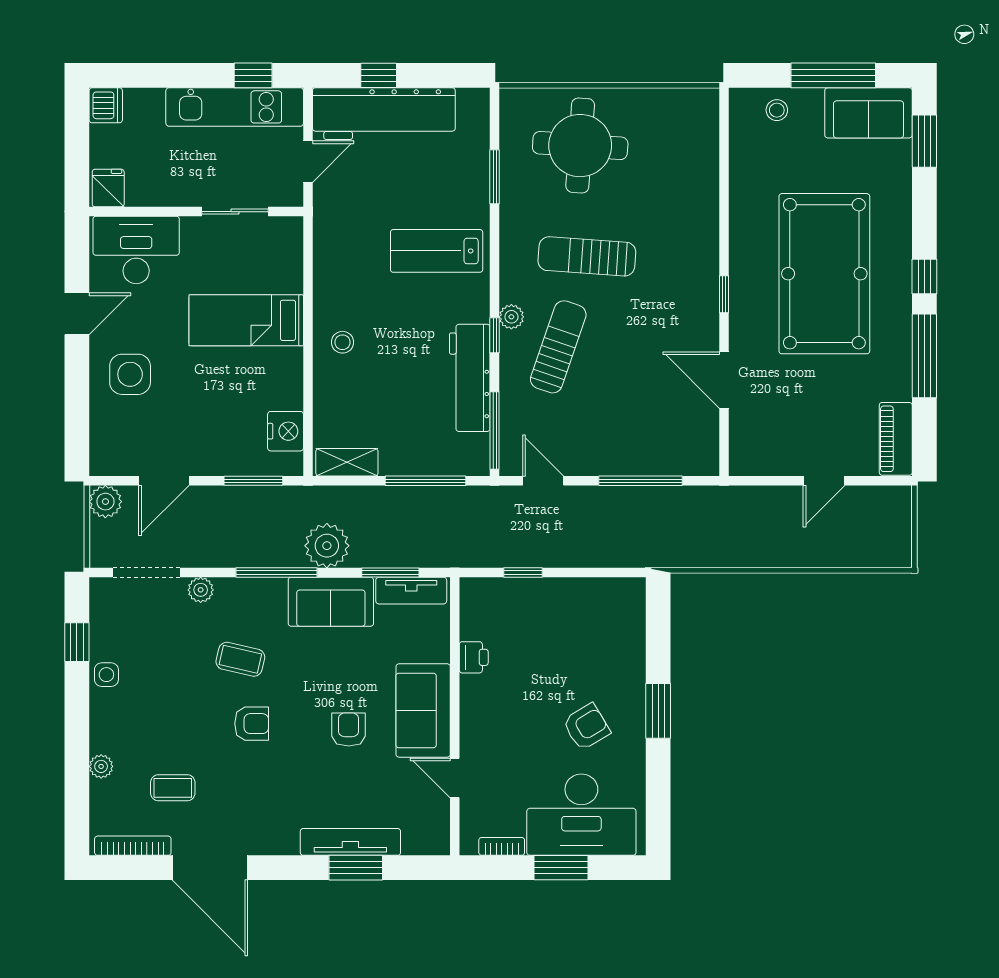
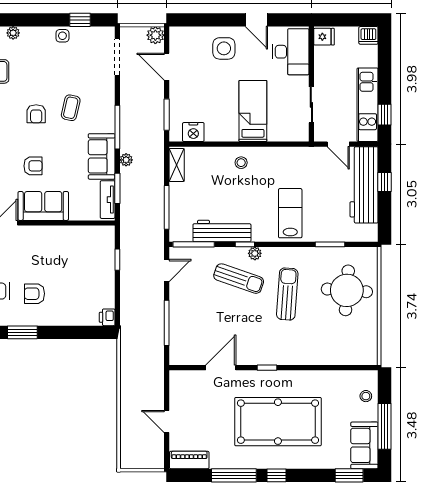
plant: (327, 546) -> (126, 160), width x0.53, depth x0.53
plant: (201, 590) -> (108, 86), removed
printer: (474, 657) -> (107, 317), moved, turned 90
window: (658, 711) -> (22, 332), moved
armchair: (586, 727) -> (34, 294), turned 121

